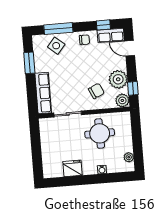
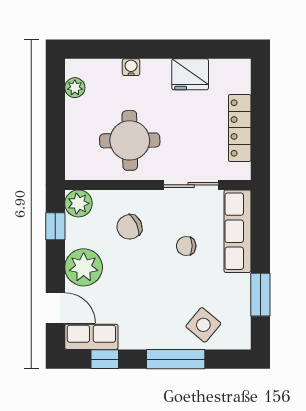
window: (58, 29) -> (176, 359), moved
chair: (84, 40) -> (186, 246), moved
plant: (118, 79) -> (84, 267), moved
locker: (46, 144) -> (240, 128), added

